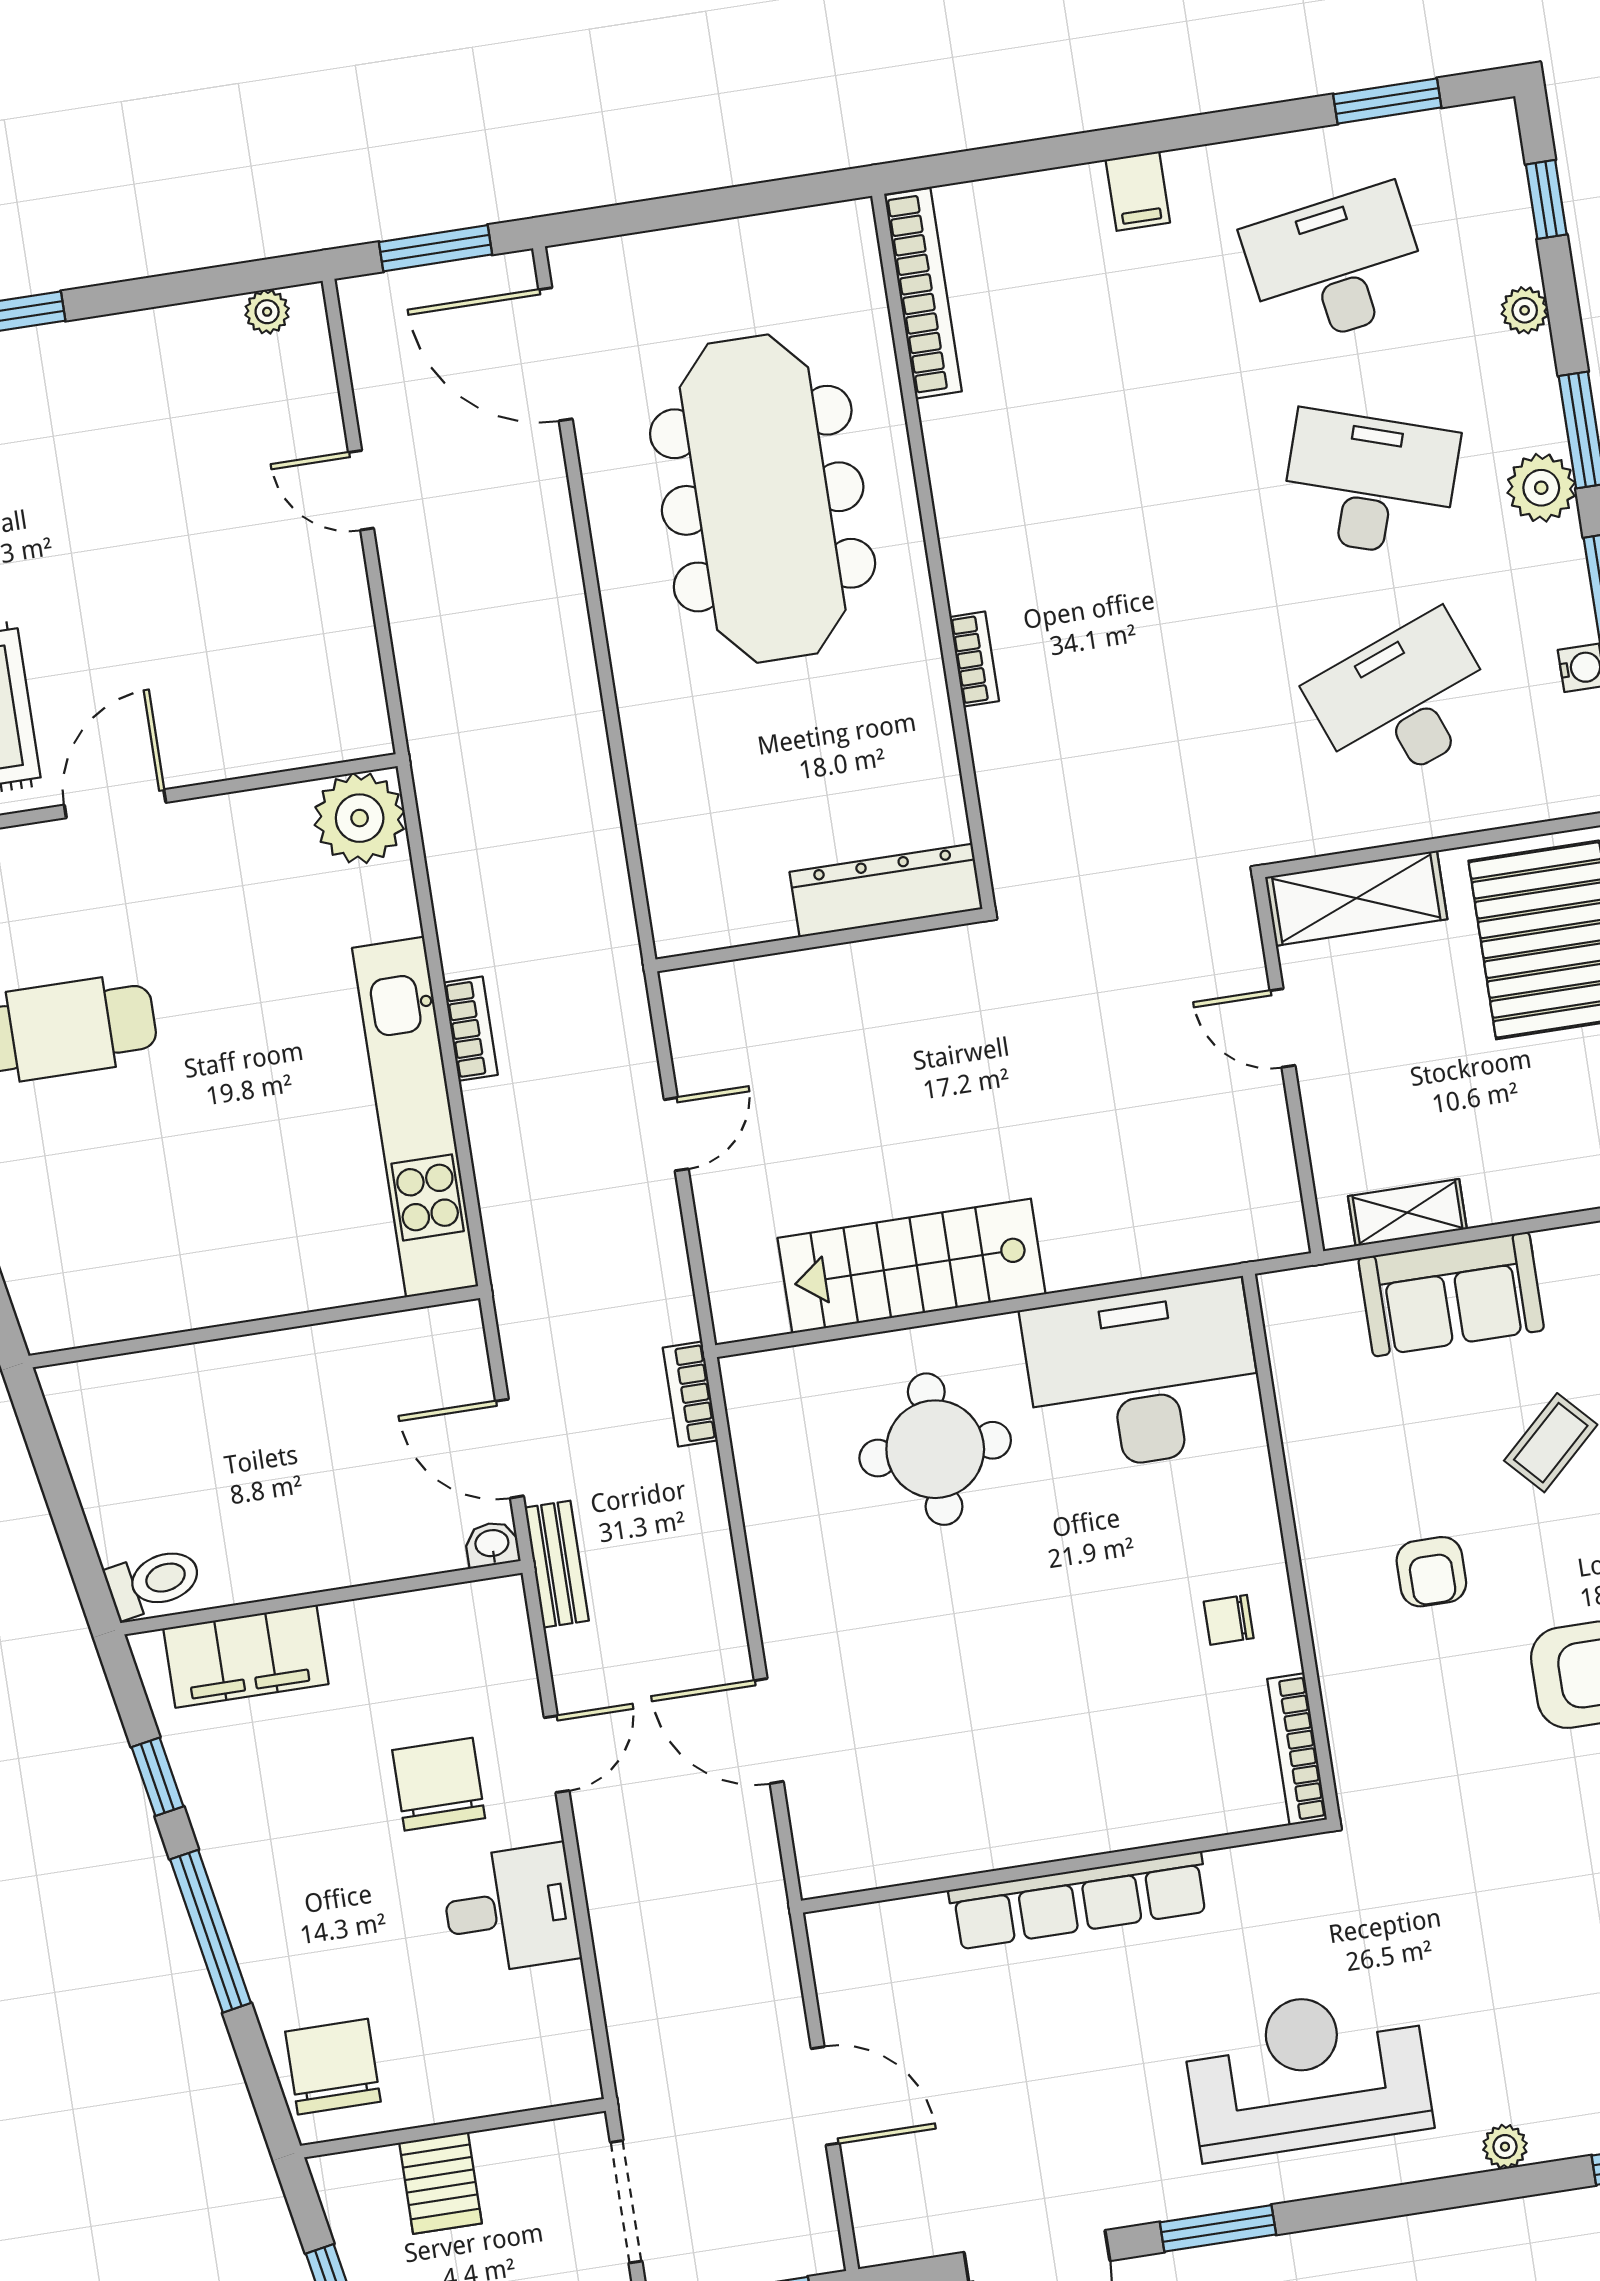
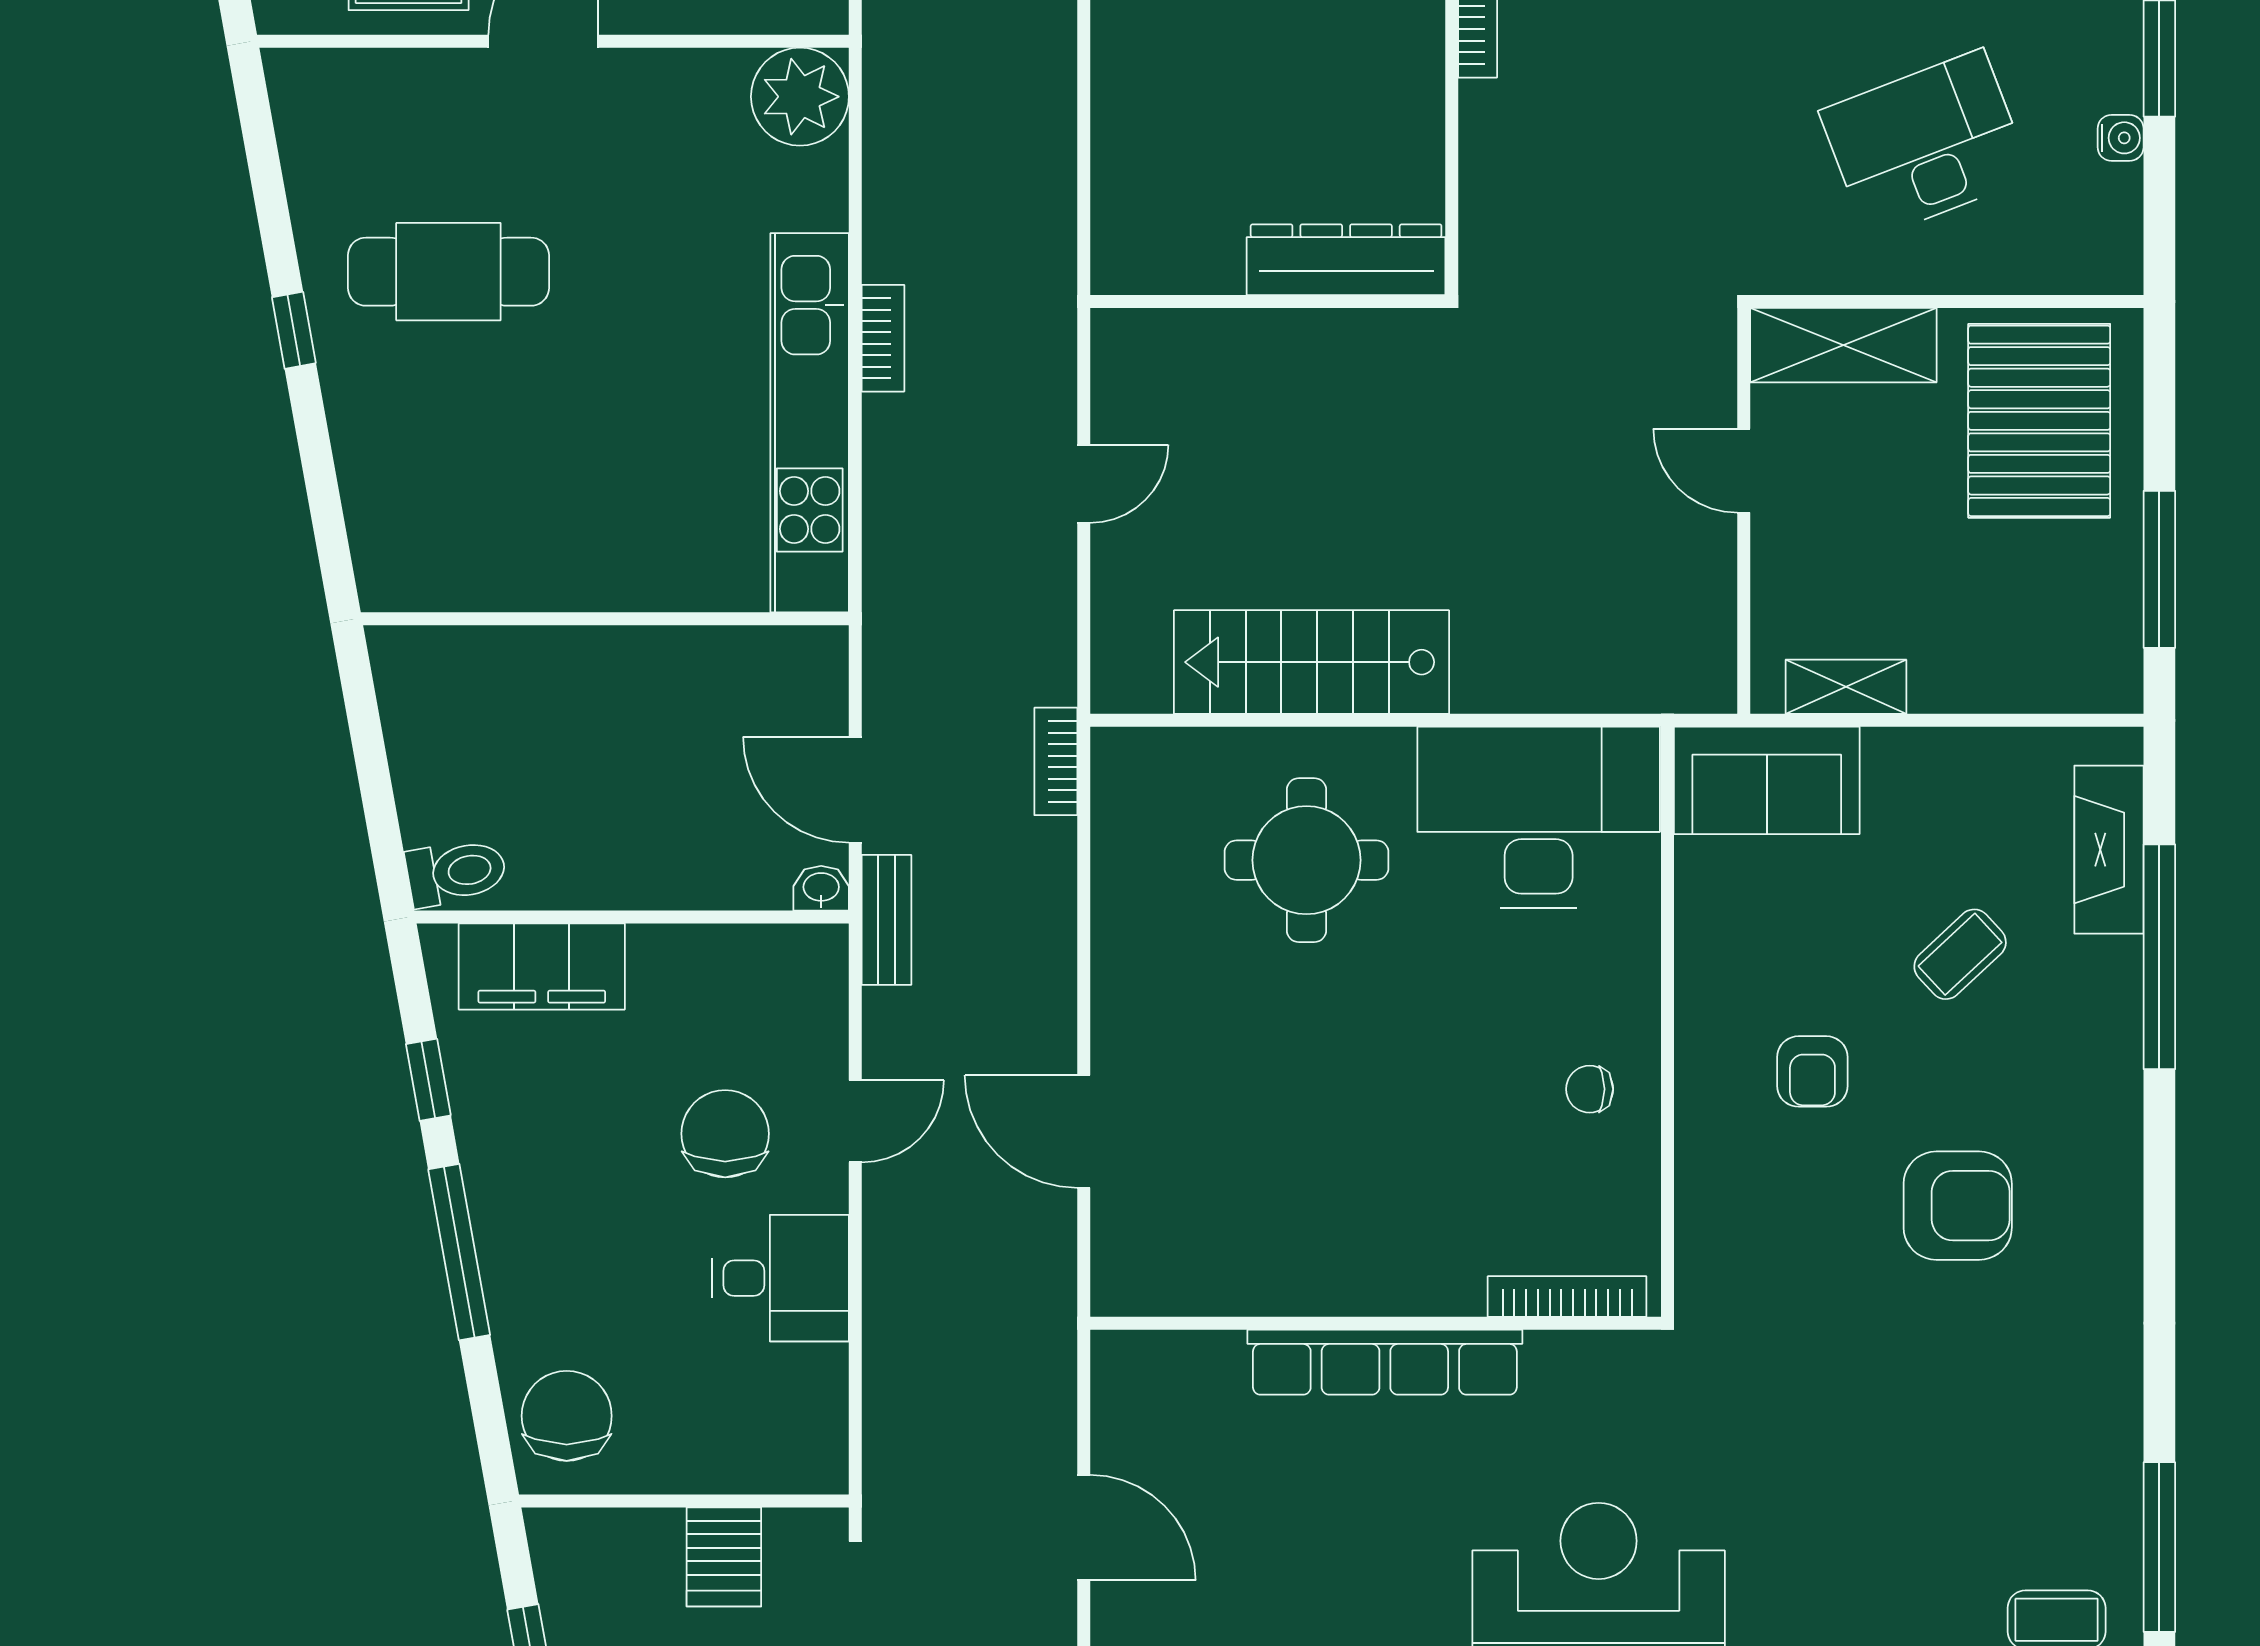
sofa: (1451, 1294) -> (1767, 780), moved
bookcase: (1297, 1749) -> (1567, 1297), moved, turned 90
server rack: (441, 2183) -> (724, 1557), moved

